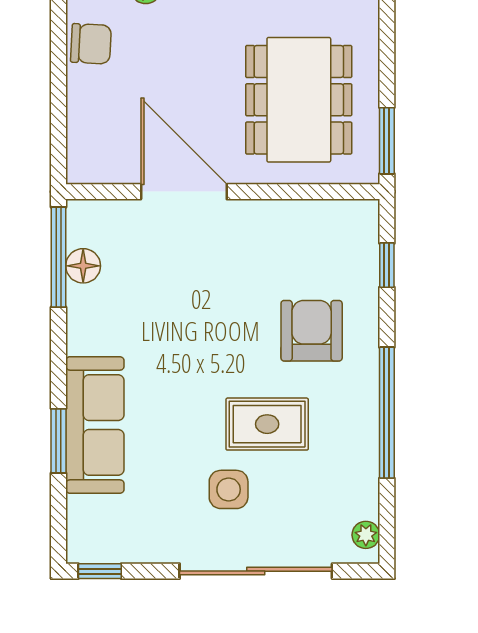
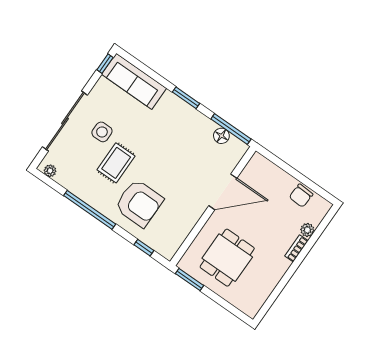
dining table: (299, 100) -> (227, 258), width x0.73
armchair: (312, 331) -> (139, 203), width x1.36, depth x1.36
sofa: (95, 425) -> (134, 81), moved
window: (59, 441) -> (186, 98), moved

